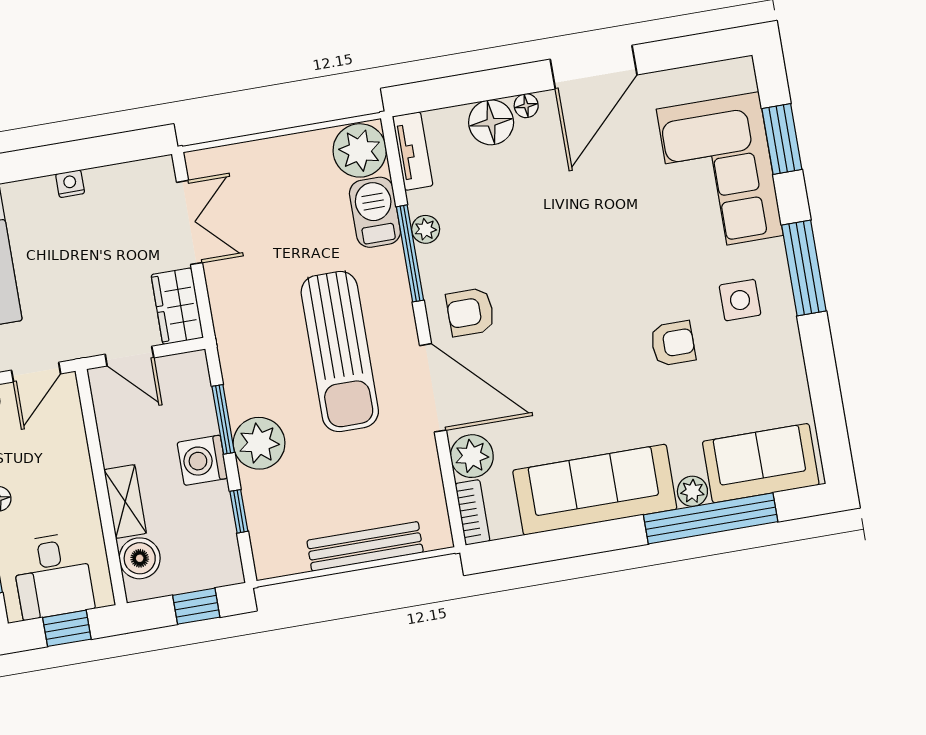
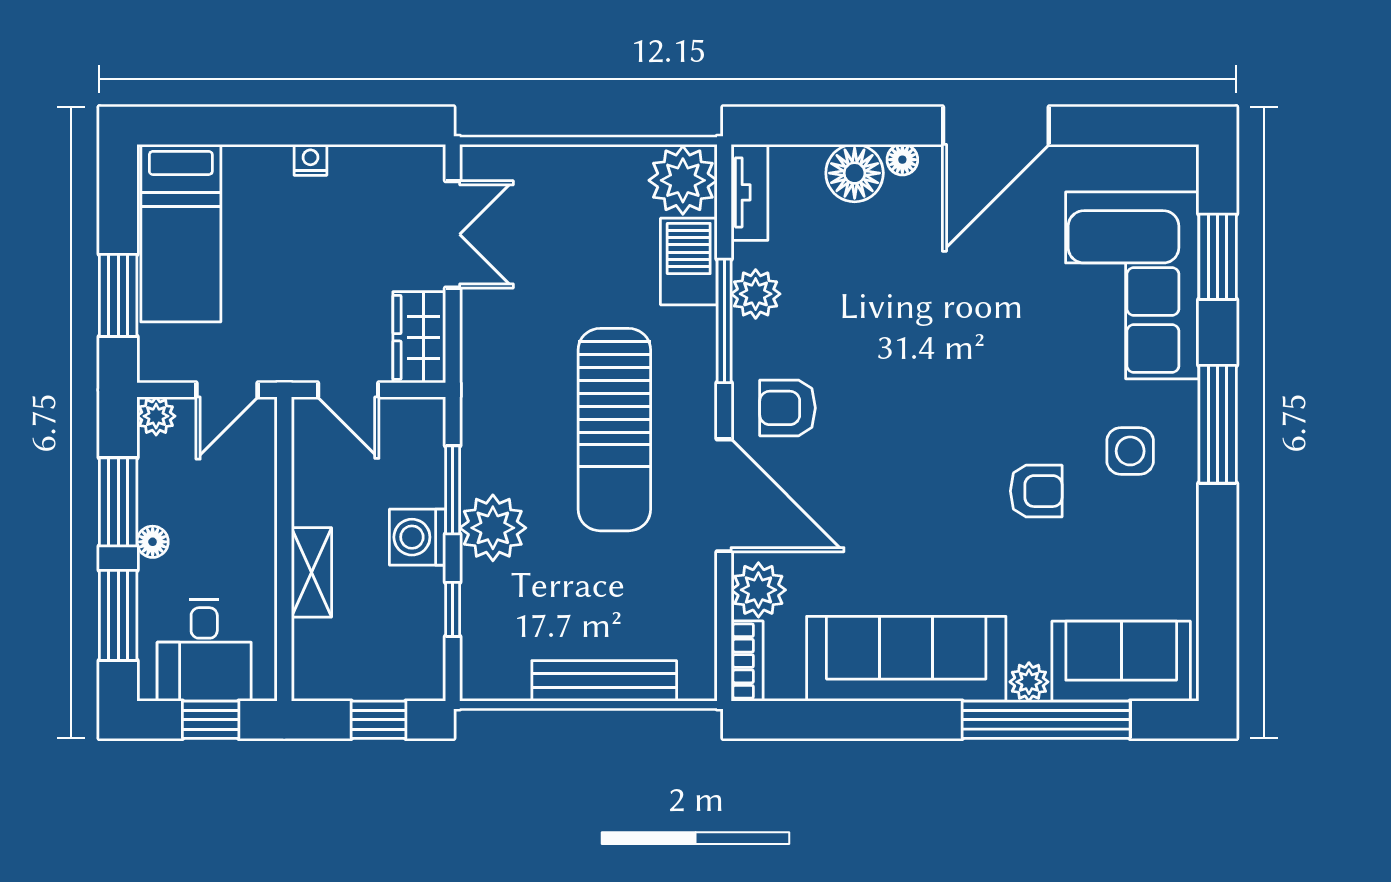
plant: (426, 229) -> (756, 294), width x1.38, depth x1.38
boiler: (140, 558) -> (317, 647), removed

